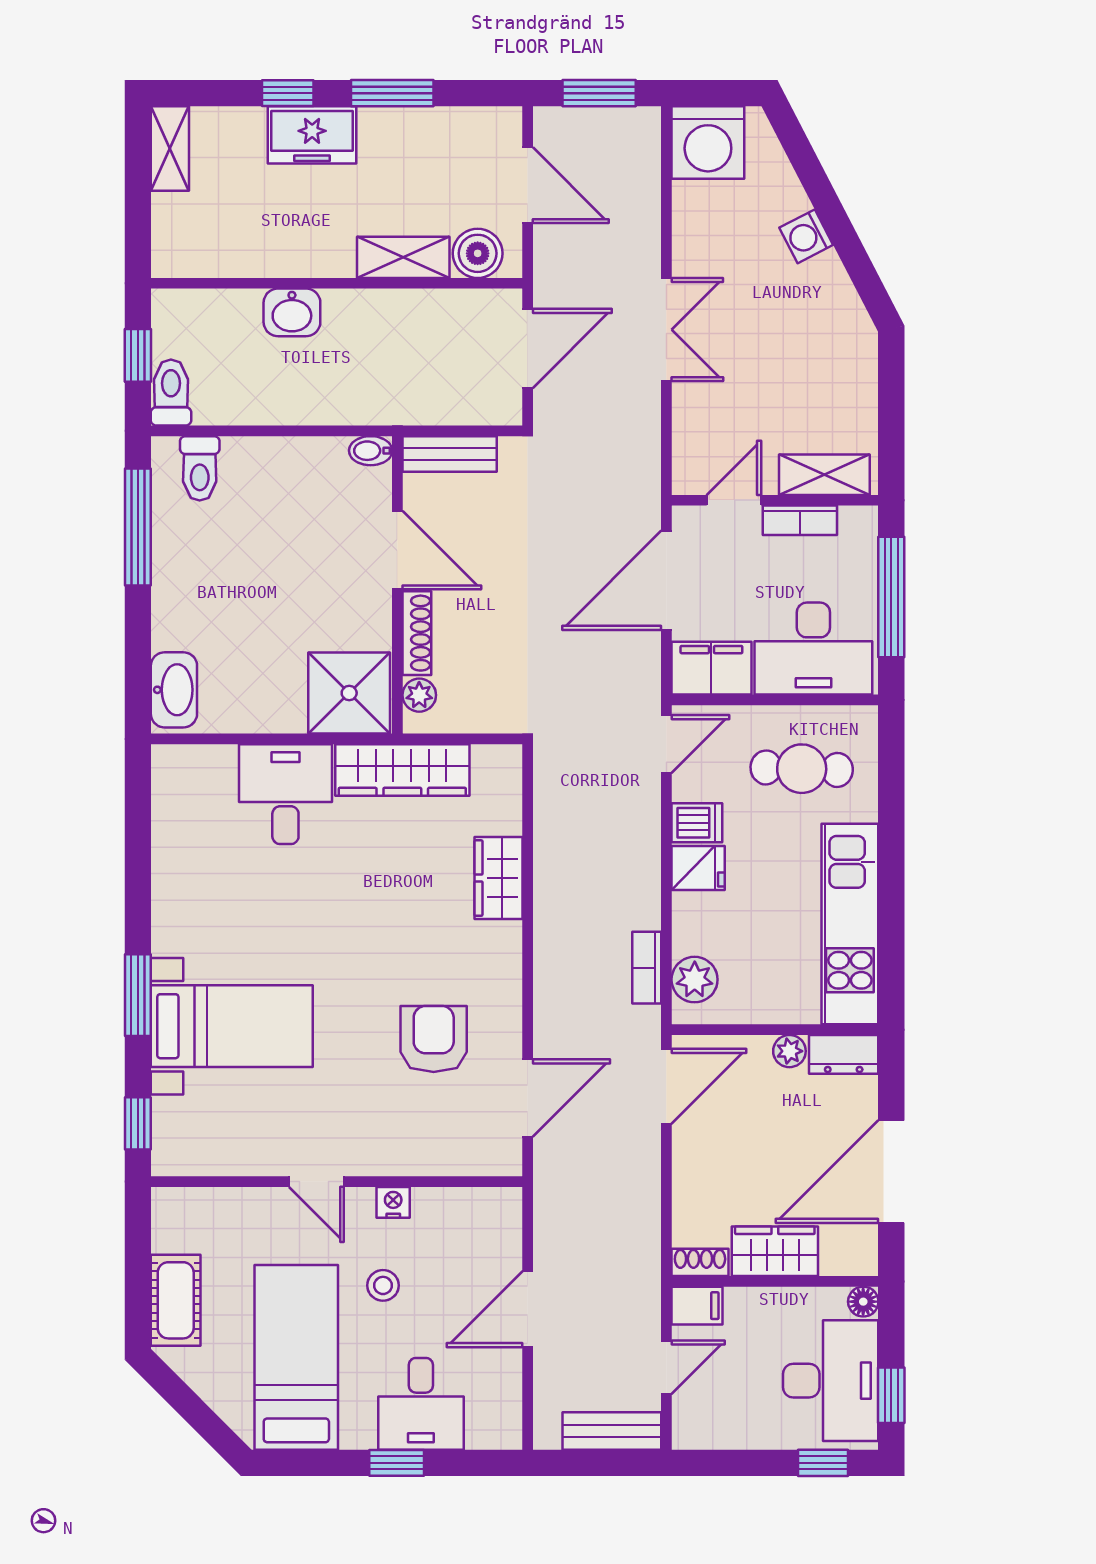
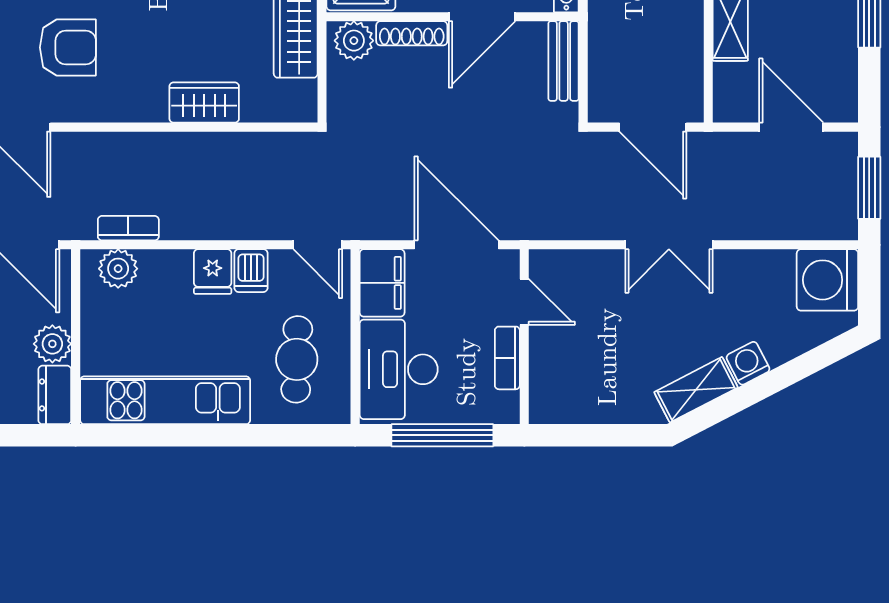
door: (528, 185) -> (791, 127), swing flipped
boiler: (478, 253) -> (734, 85), removed
shelving: (824, 475) -> (696, 390), moved, turned 63
plant: (419, 695) -> (354, 41), width x1.38, depth x1.38
plant: (789, 1051) -> (52, 344), width x1.38, depth x1.38

